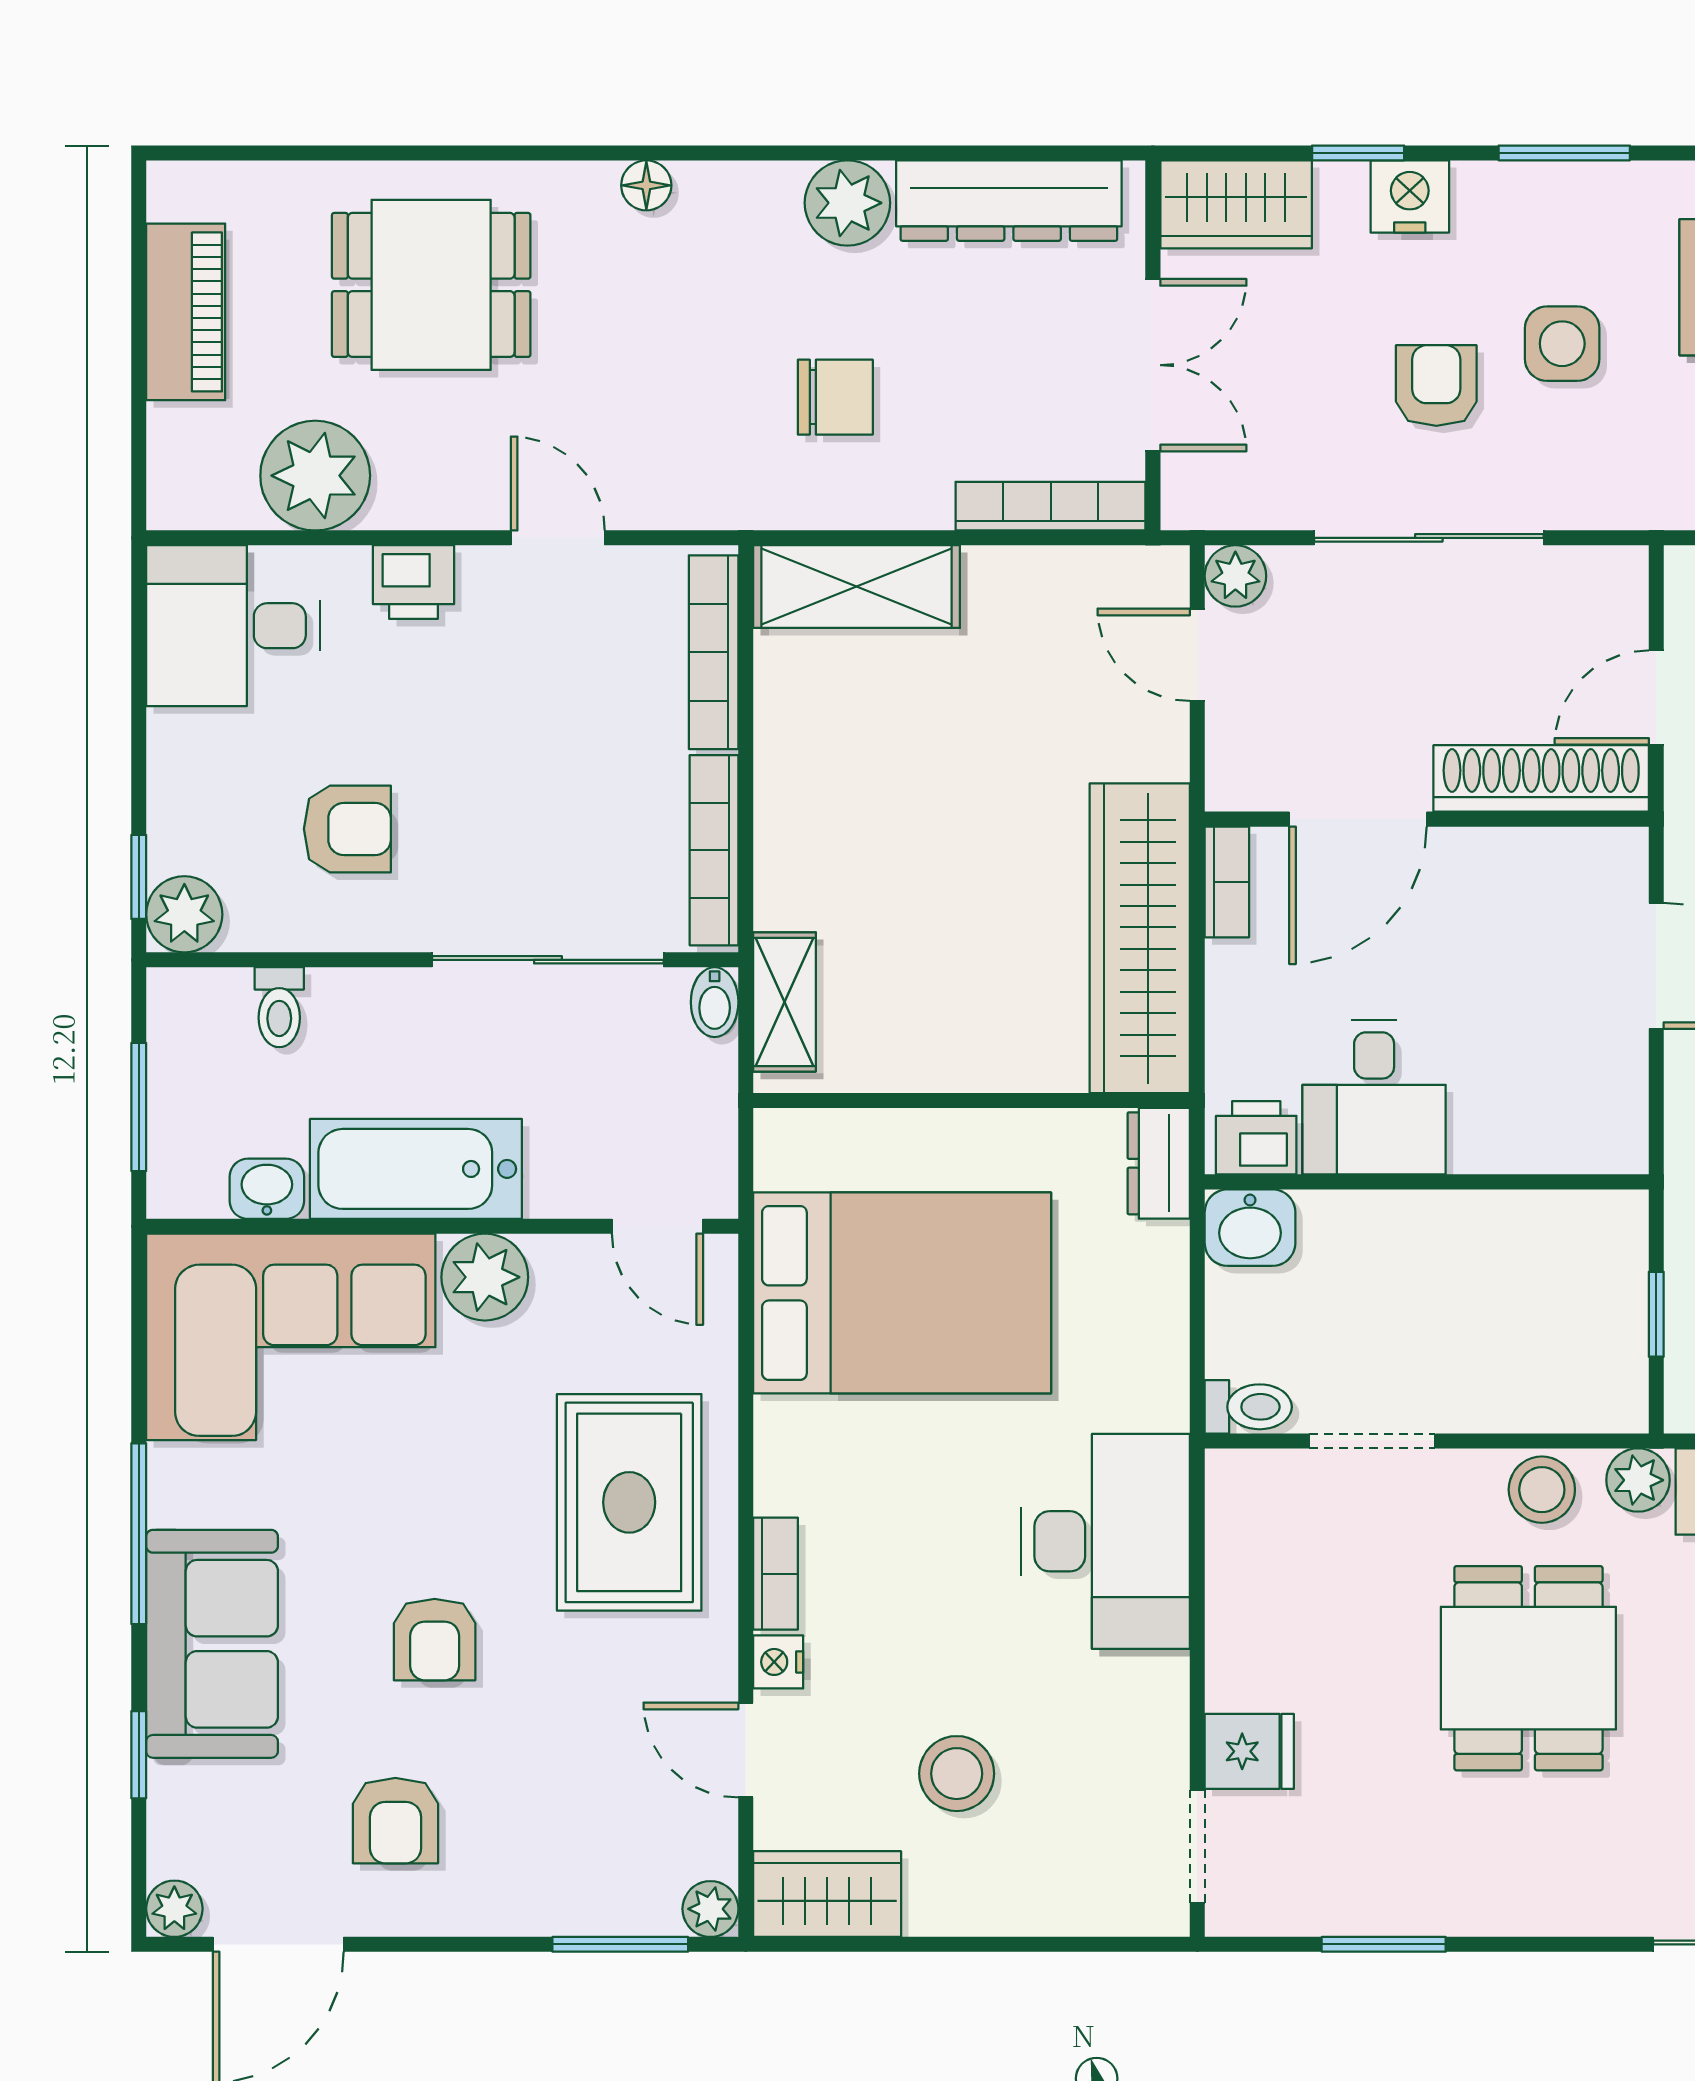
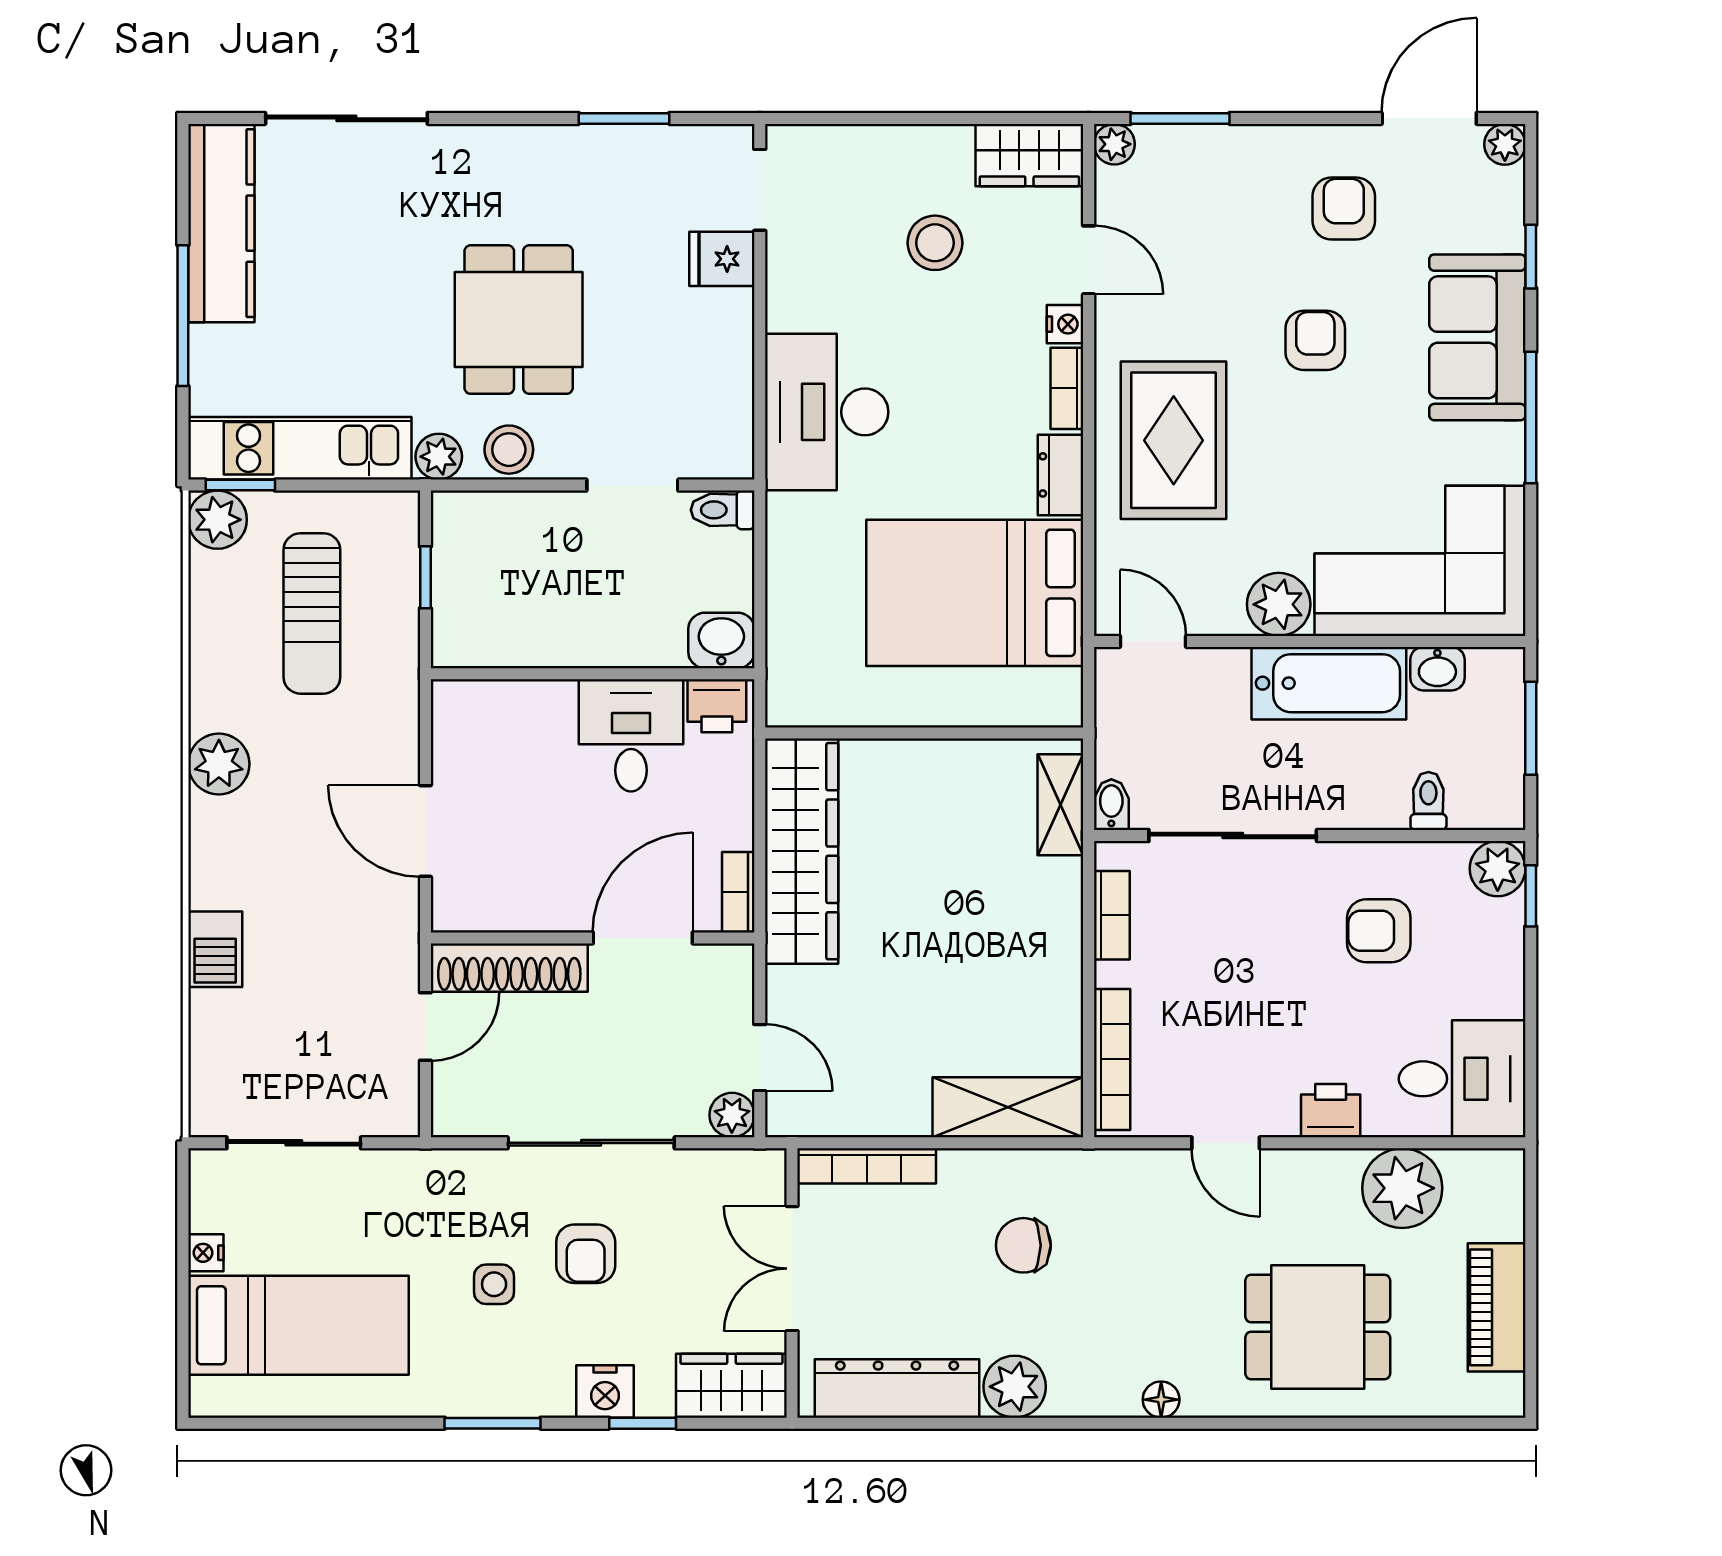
side table: (1562, 344) -> (494, 1284), width x0.73, depth x0.73
bookcase: (714, 850) -> (1112, 915), width x0.64
dresser: (1159, 1163) -> (1061, 475), moved, turned 180

